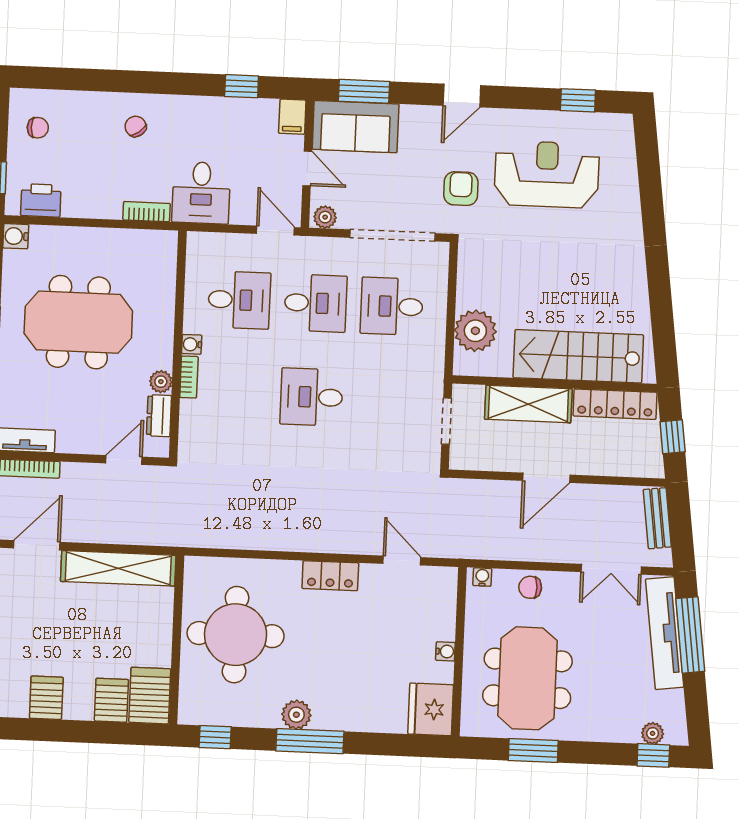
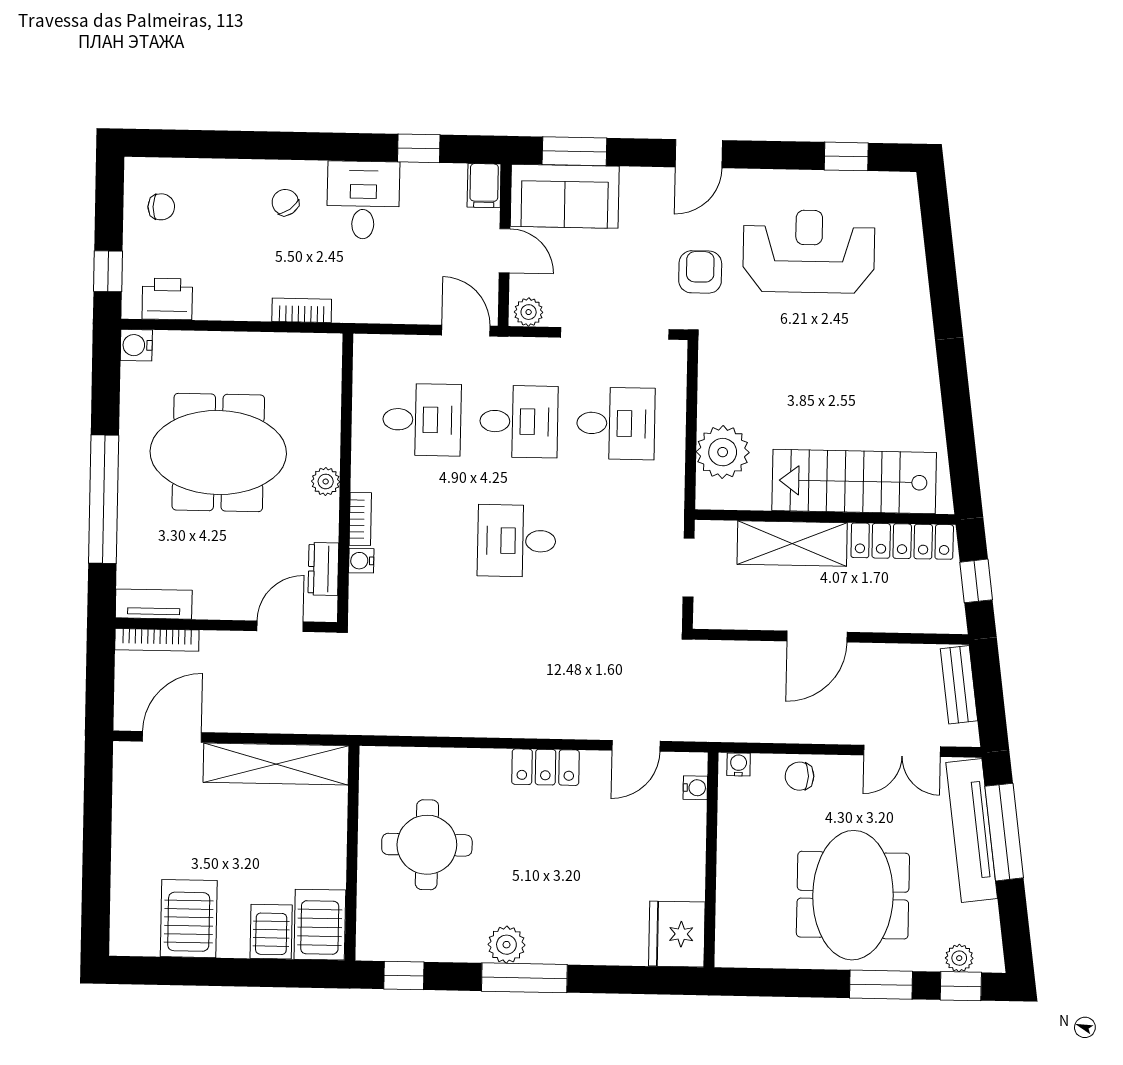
desk: (201, 193) -> (363, 200), moved, turned 180
desk: (392, 306) -> (616, 423), turned 180
water cooler: (192, 344) -> (361, 561), moved
plant: (161, 382) -> (326, 481), moved
door: (402, 560) -> (636, 746), swing flipped
round table: (236, 635) -> (427, 845), width x0.73, depth x0.73
water cooler: (445, 651) -> (695, 788), moved
meeting table: (527, 678) -> (853, 895), moved
server rack: (46, 698) -> (189, 919), width x1.36, depth x1.44
window: (533, 750) -> (881, 985), moved

